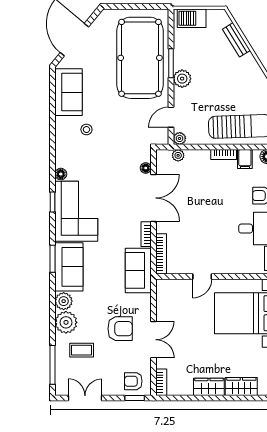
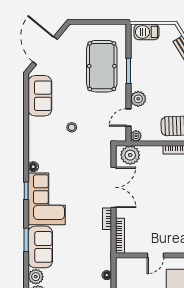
pool table: (140, 58) -> (102, 66), width x0.73, depth x0.76
plant: (182, 79) -> (138, 99), moved
stool: (86, 130) -> (72, 127), moved
plant: (178, 155) -> (130, 155), width x1.88, depth x1.88
floor lamp: (146, 168) -> (107, 275), moved
sofa: (138, 270) -> (100, 250), removed

